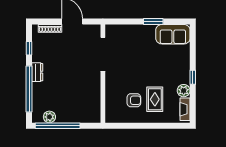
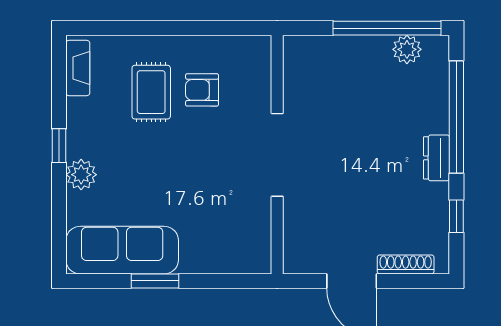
sofa: (173, 34) -> (122, 250), width x1.36
doorway: (103, 54) -> (277, 155), moved
plant: (184, 91) -> (81, 175), moved

